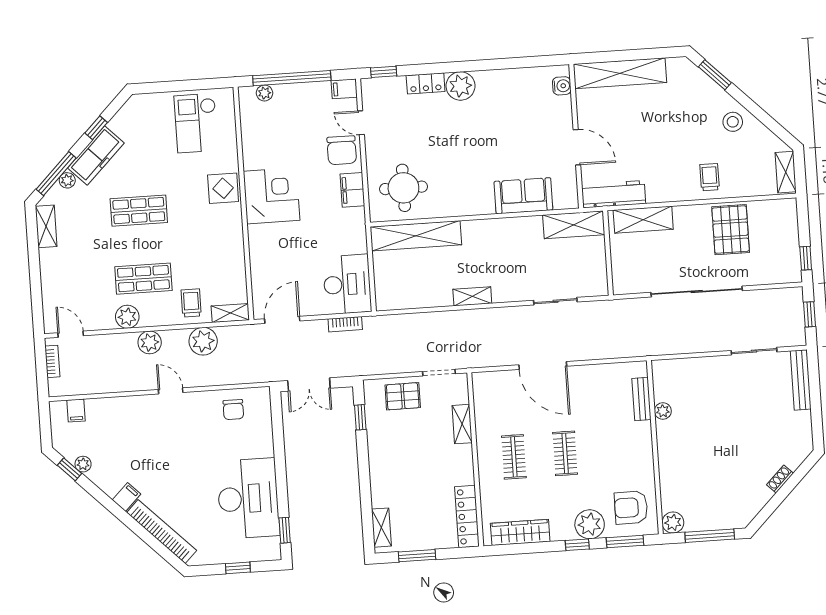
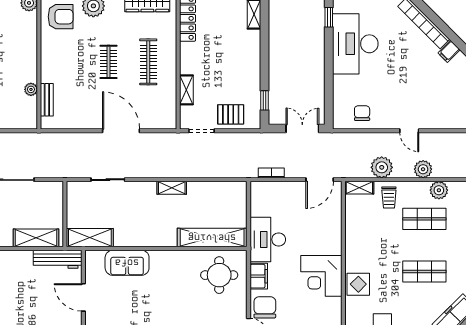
desk: (347, 284) -> (268, 239), moved
clothes rail: (514, 457) -> (148, 62), width x1.36

